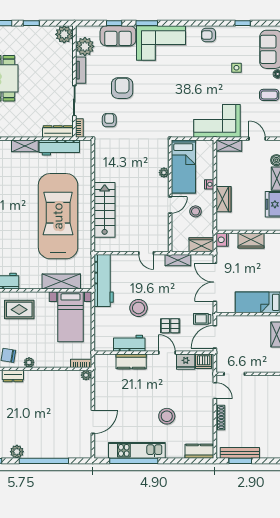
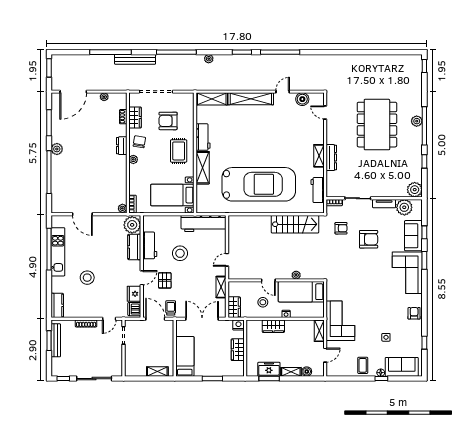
dresser: (58, 131) -> (331, 158), moved
workbench: (59, 148) -> (318, 190), width x0.73
stairs: (105, 210) -> (295, 224), moved
shelving: (61, 282) -> (203, 168), moved
plant: (105, 364) -> (132, 225), added

